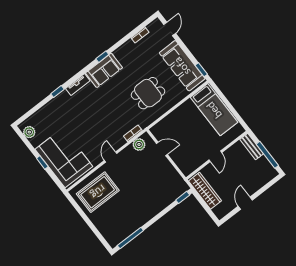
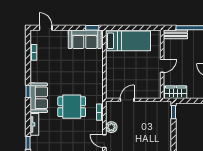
sofa: (182, 66) -> (85, 39), width x0.73
dining table: (148, 93) -> (72, 107), moved, turned 90
plant: (139, 144) -> (111, 127), moved
door: (215, 156) -> (162, 66), hinge flipped
wardrobe: (205, 191) -> (176, 92), width x0.67

